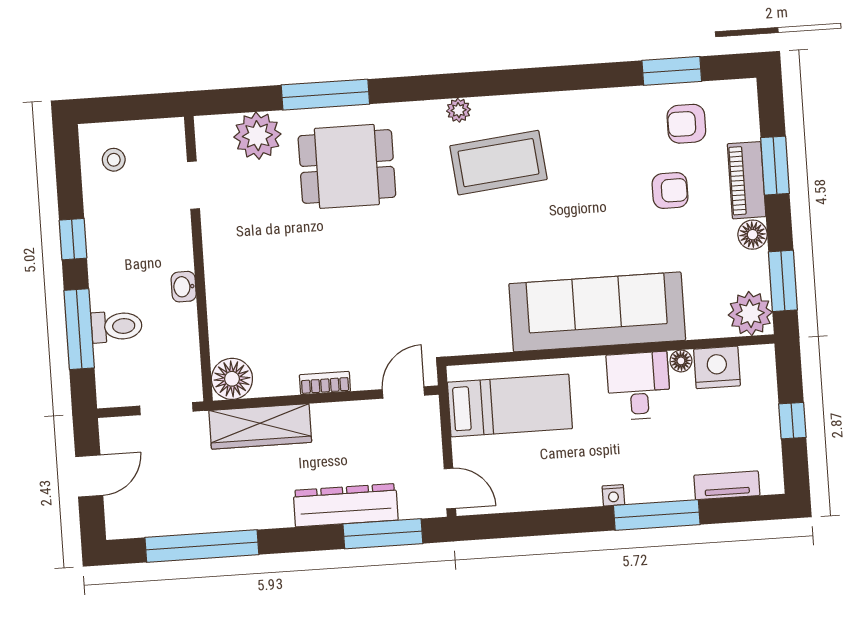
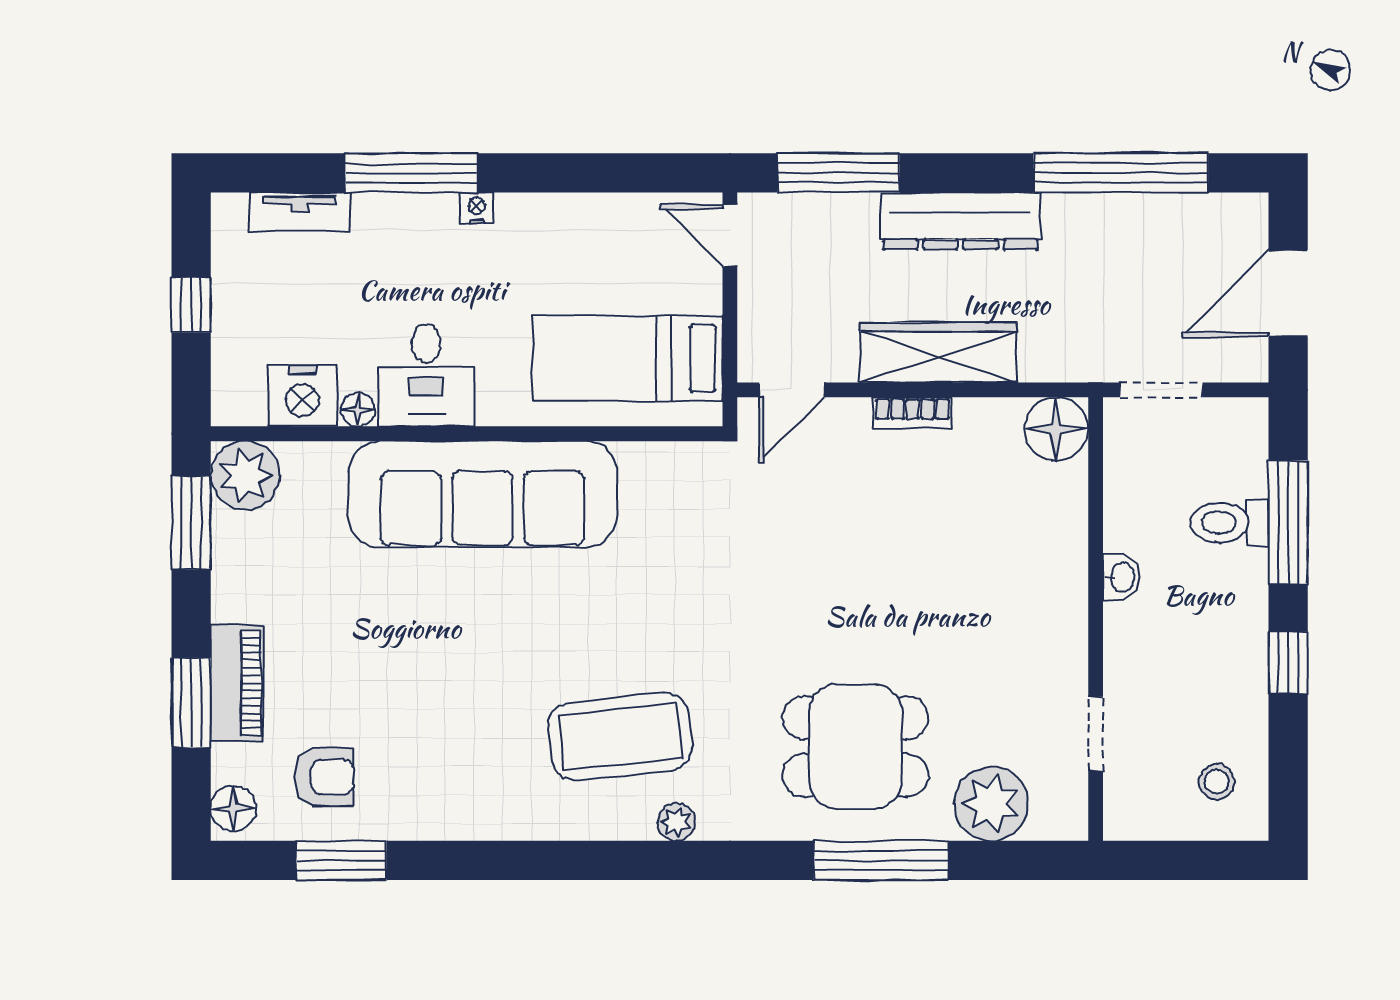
armchair: (670, 191) -> (357, 675), removed
floor lamp: (753, 235) -> (233, 808), moved
wardrobe: (260, 426) -> (938, 352), moved
door: (89, 476) -> (1288, 293), width x1.38
dresser: (346, 505) -> (961, 221), moved

